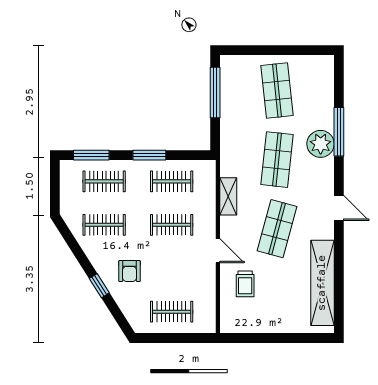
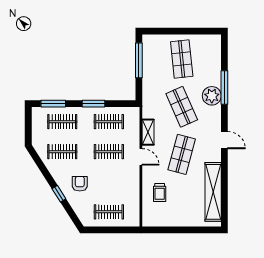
shop shelf: (277, 160) -> (182, 107), turned -30
door: (218, 251) -> (141, 157), moved
armchair: (130, 271) -> (80, 184), turned 180

